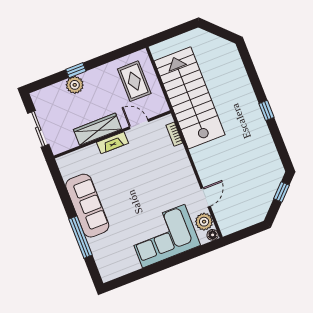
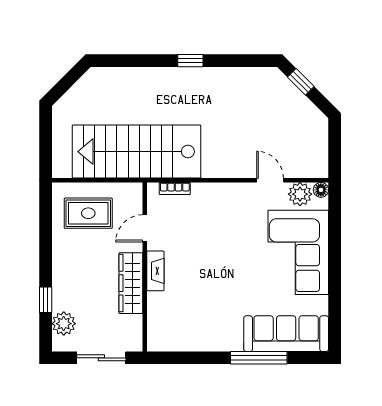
window: (76, 70) -> (46, 300), moved
plant: (75, 85) -> (64, 324), moved
sofa: (87, 206) -> (286, 334), moved

